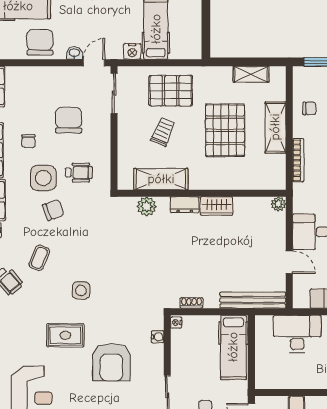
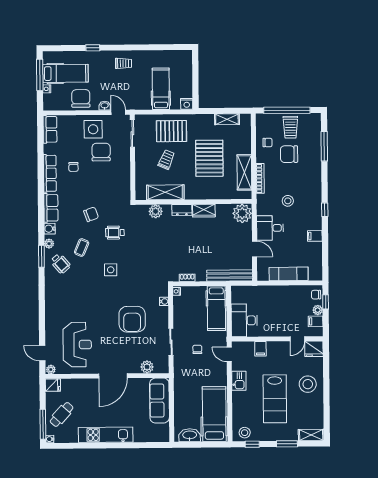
nightstand: (132, 51) -> (187, 104), moved
door: (94, 63) -> (118, 112), hinge flipped
shelving: (275, 127) -> (244, 172), moved
wheelchair: (79, 173) -> (115, 233), moved, turned 180
side table: (43, 178) -> (93, 129), moved
plant: (278, 204) -> (242, 213), width x1.87, depth x1.87
desk: (297, 334) -> (244, 320), moved, turned -90
rug: (65, 335) -> (100, 301), removed

